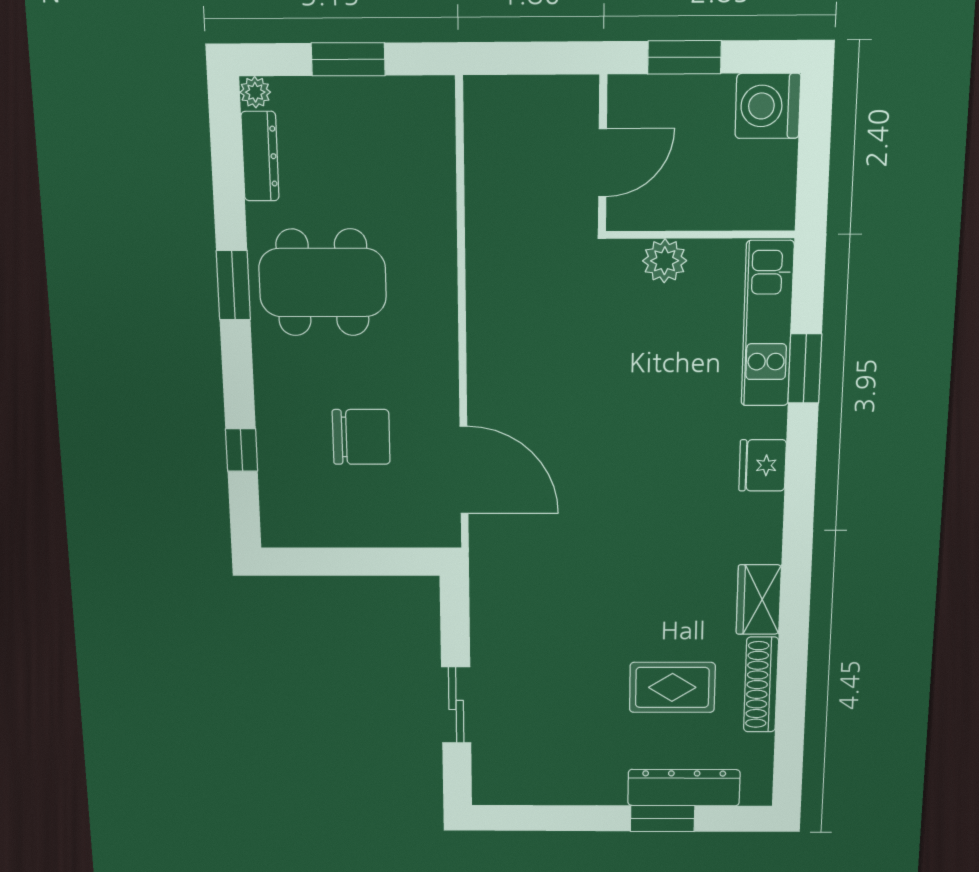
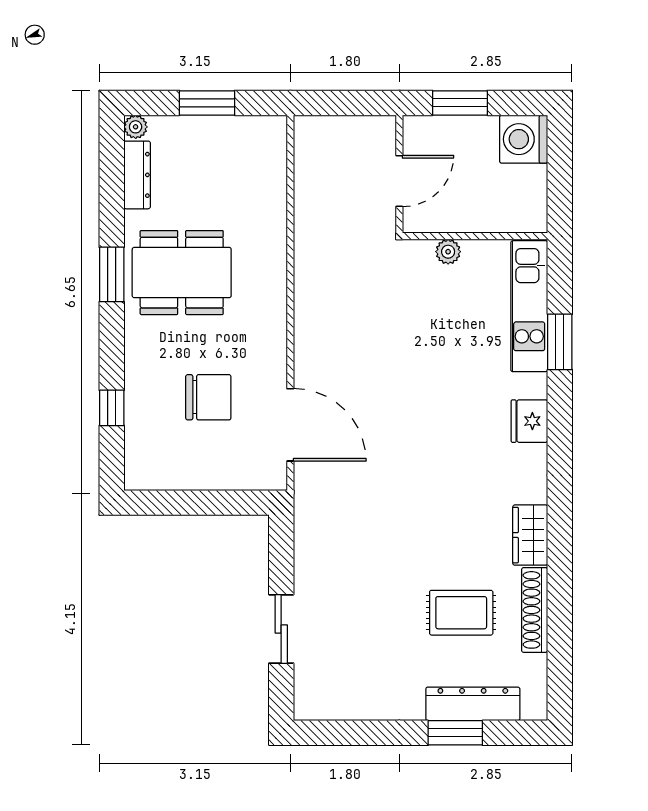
plant: (665, 261) -> (448, 252), width x0.73, depth x0.73

